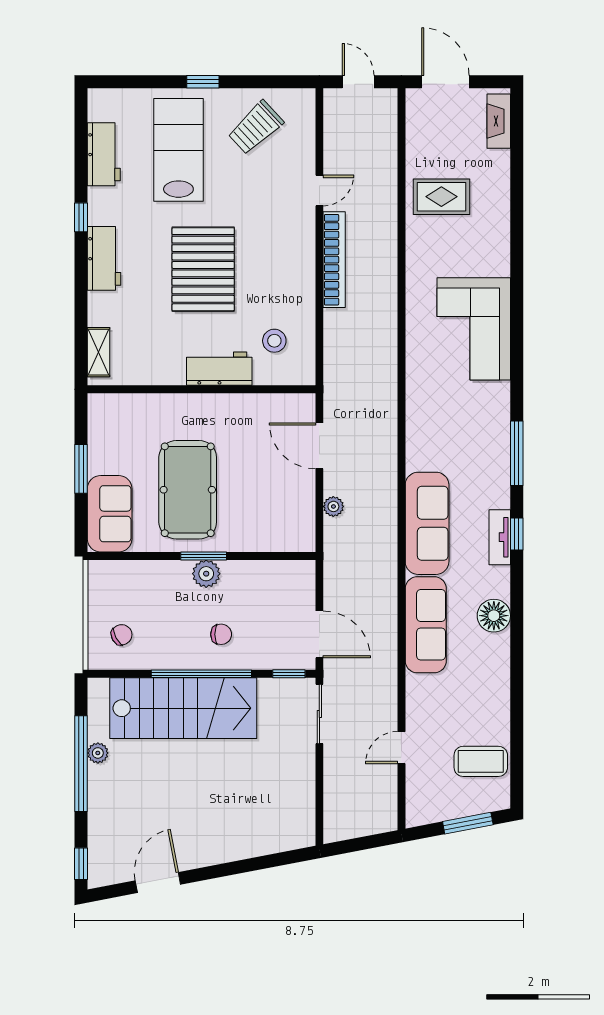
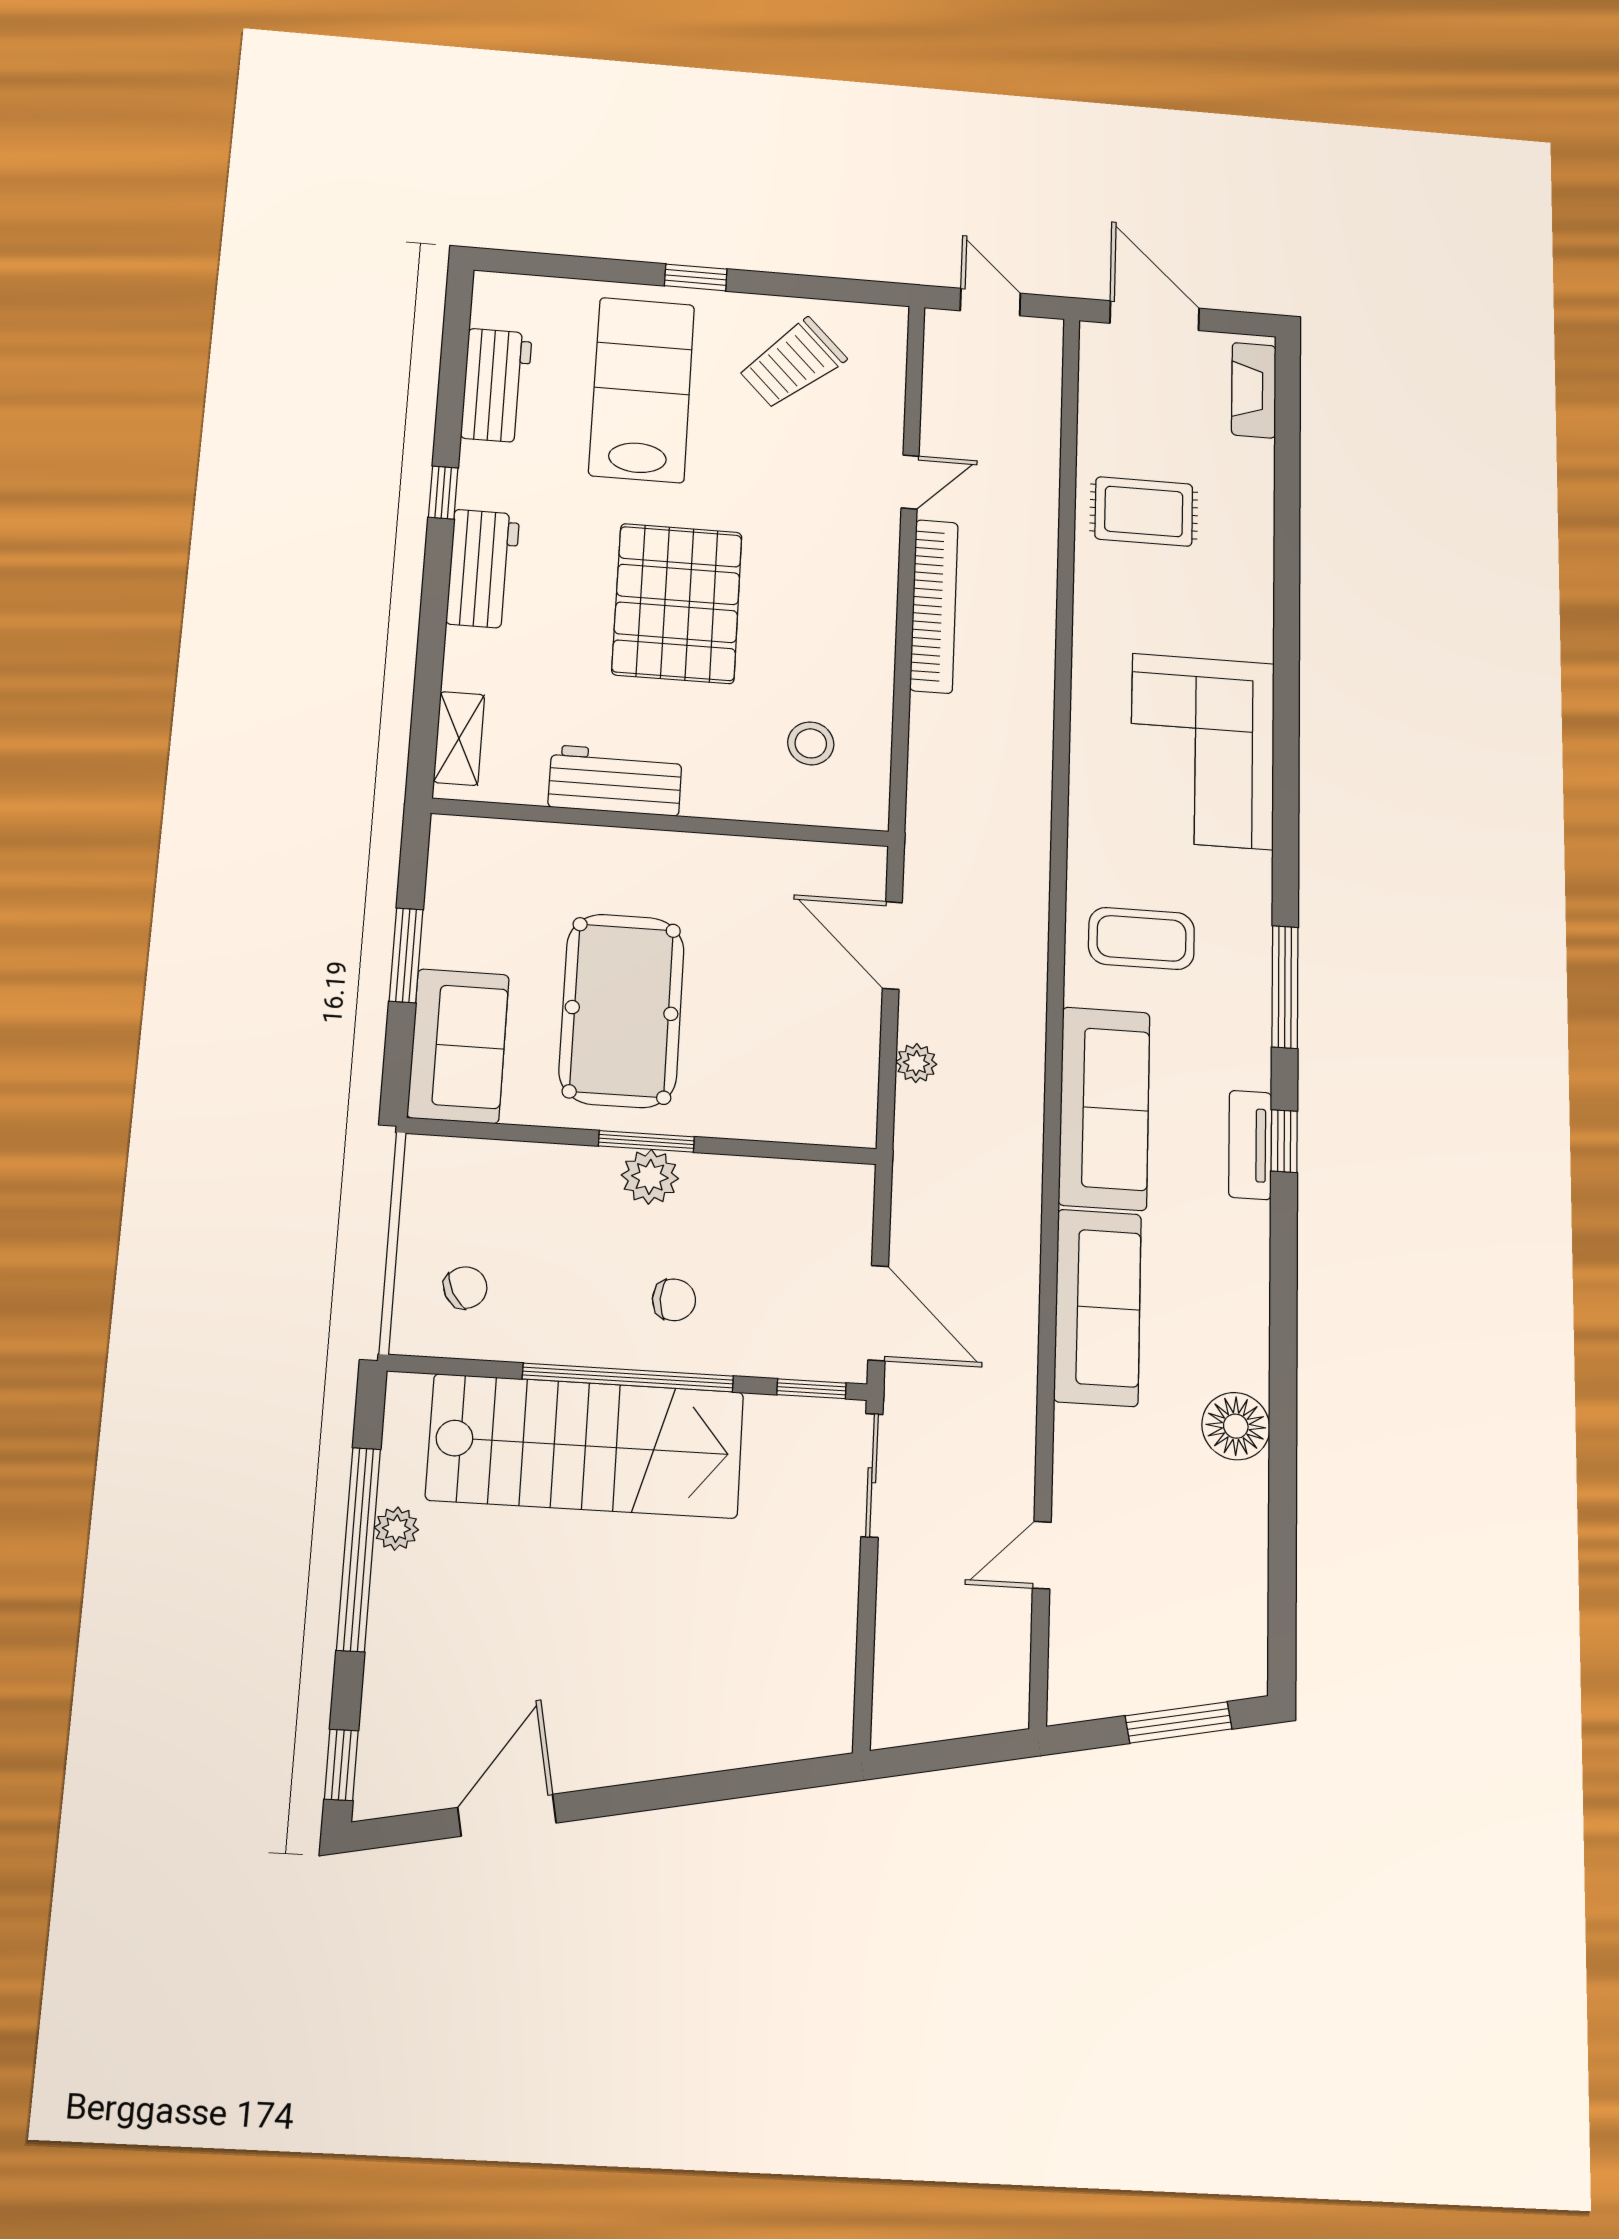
workbench: (219, 369) -> (615, 781), moved
floor lamp: (494, 616) -> (1236, 1426), moved
coffee table: (481, 761) -> (1141, 938), moved

